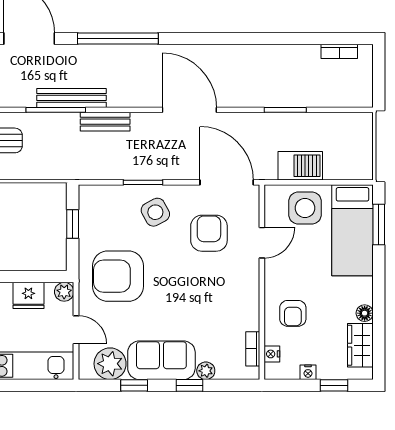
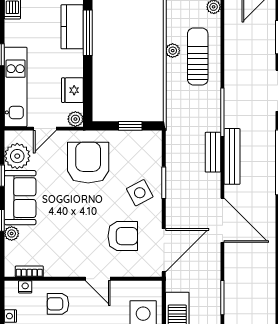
bench: (72, 98) -> (232, 156), moved
door: (189, 110) -> (222, 220), hinge flipped
door: (262, 243) -> (98, 279), moved

